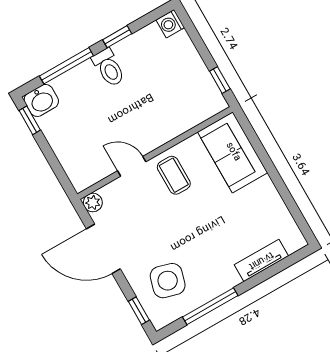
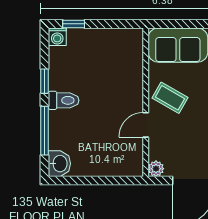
window: (220, 80) -> (74, 24), moved
window: (30, 120) -> (69, 180), removed
coffee table: (174, 175) -> (170, 98), turned 30

